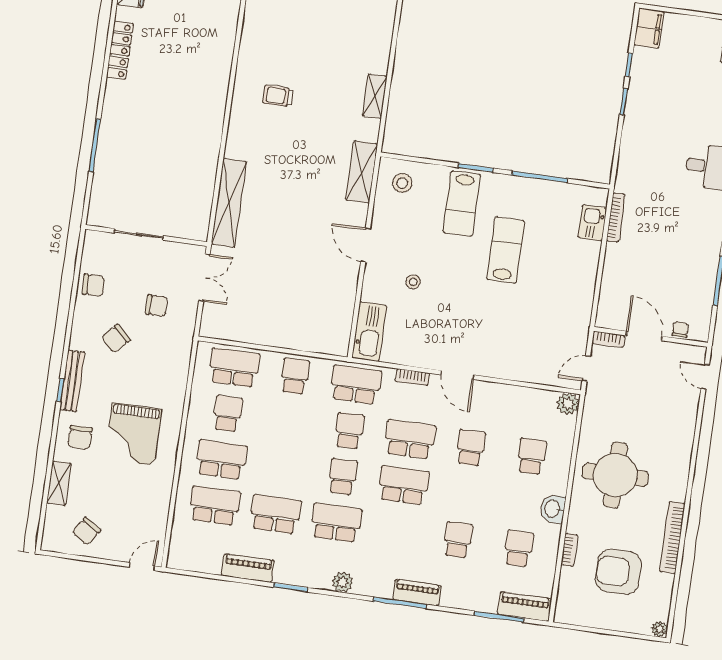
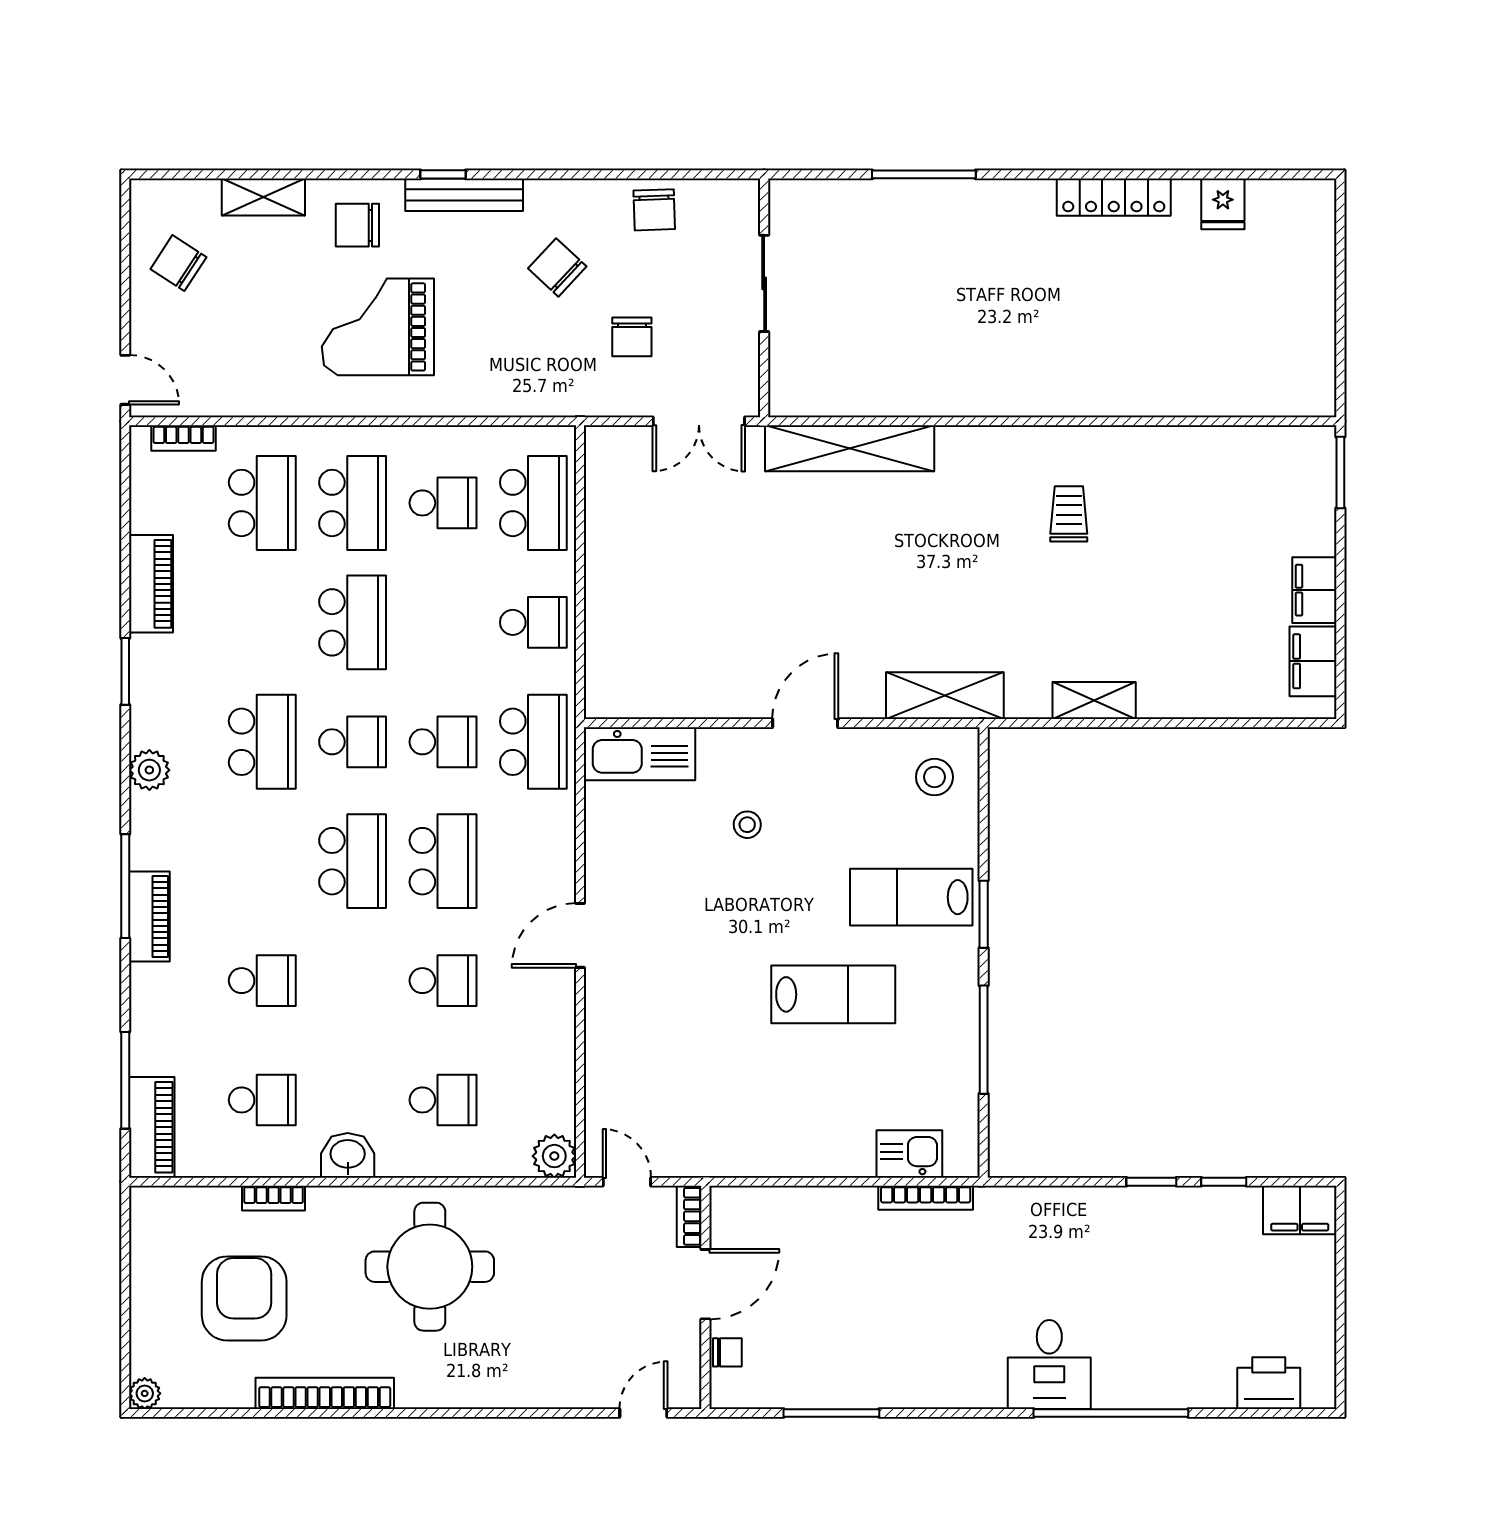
bookcase: (412, 377) -> (184, 438), moved, turned -90
school desk: (275, 514) -> (353, 622), moved

